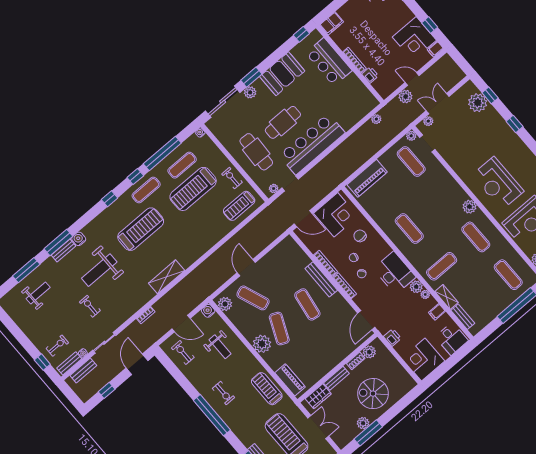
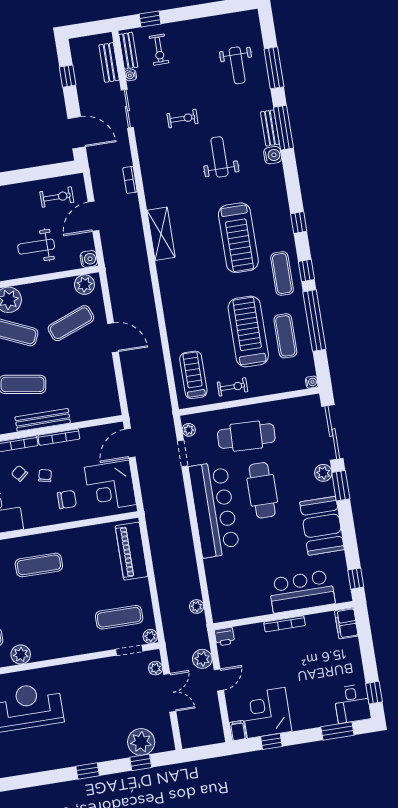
printer: (370, 75) -> (225, 637), moved
weight bench: (99, 270) -> (219, 157), width x0.73, depth x0.75

